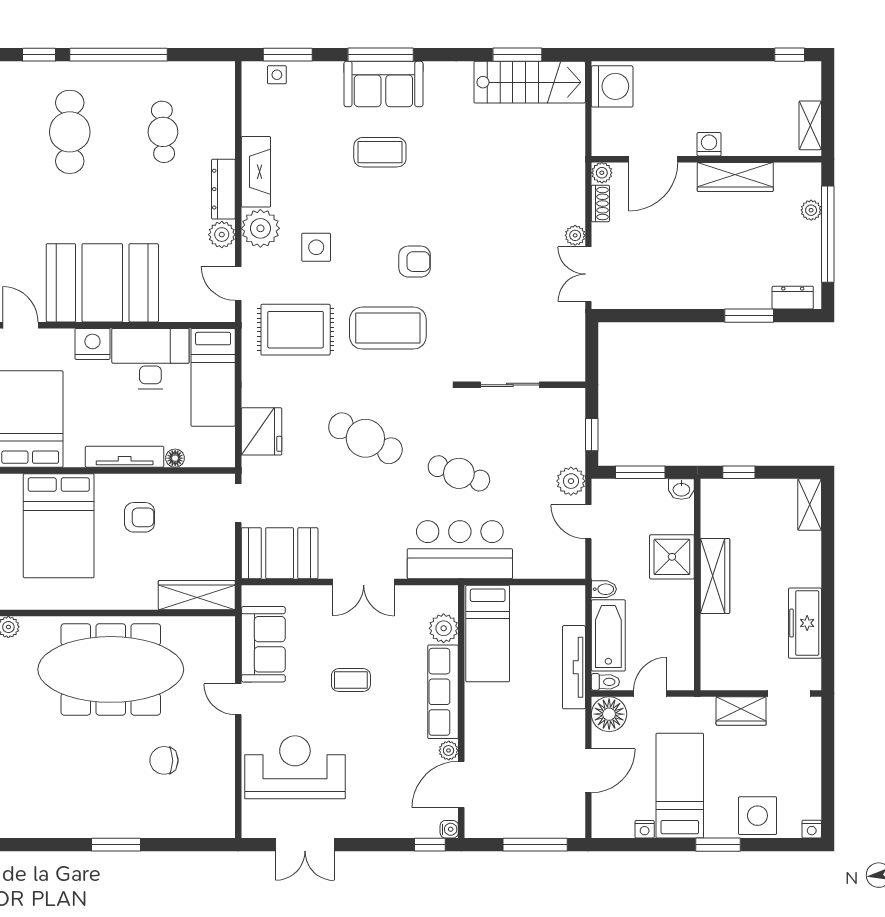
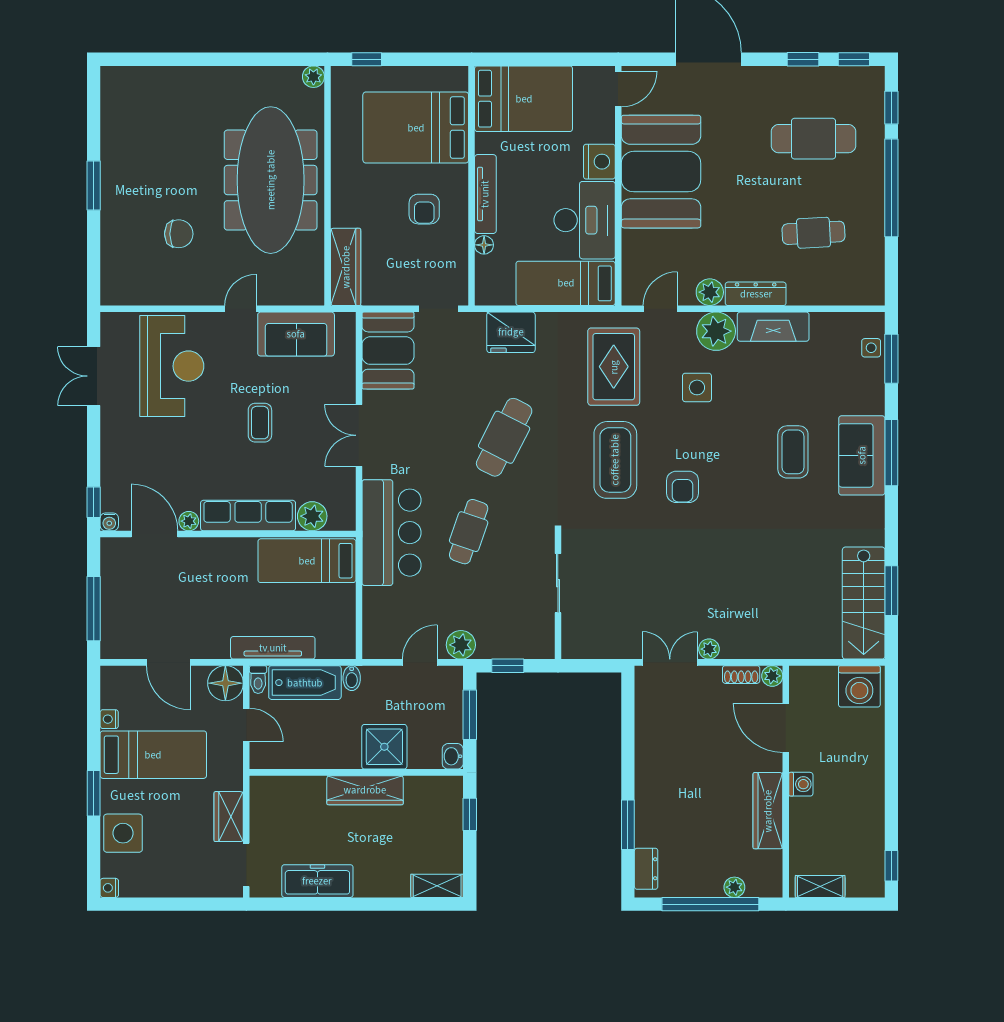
chair: (164, 760) -> (179, 234), turned 90

